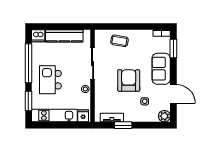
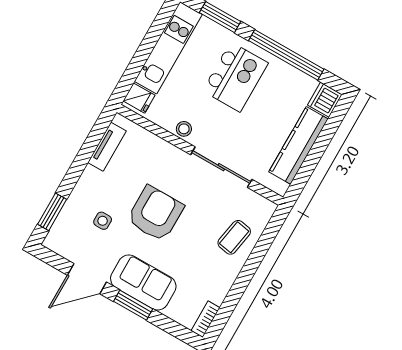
window: (173, 48) -> (133, 305), moved
kitchen island: (50, 80) -> (235, 77), turned 90
armchair: (129, 80) -> (155, 214), turned -90
plant: (164, 116) -> (57, 240), removed
window: (123, 125) -> (52, 212), moved

